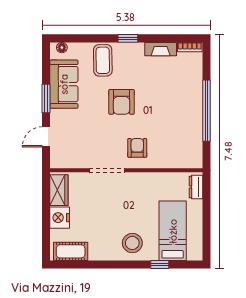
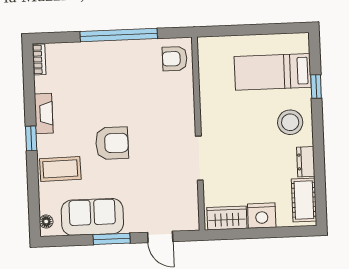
fireplace: (161, 49) -> (44, 114), moved
armchair: (137, 148) -> (175, 59), moved
dresser: (196, 187) -> (306, 162), moved, turned 90

